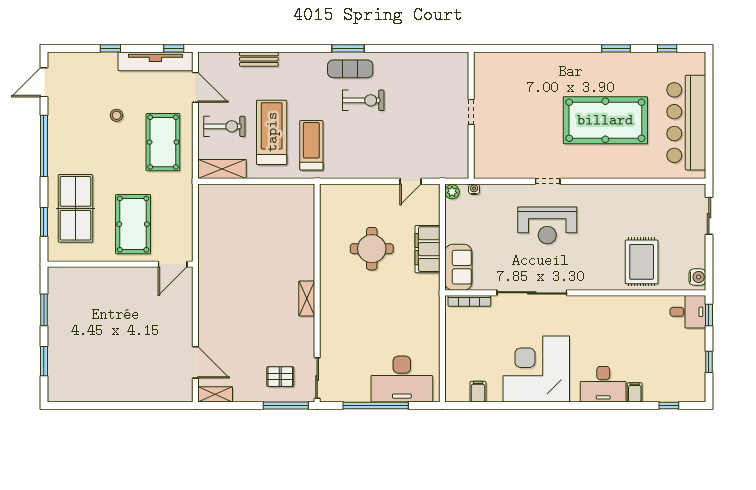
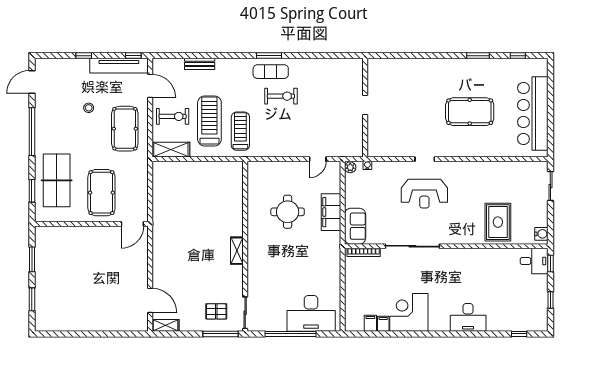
pool table: (605, 120) -> (470, 112), width x0.73, depth x0.76
corner desk: (536, 369) -> (409, 312), width x0.74, depth x0.74
filing cabinet: (635, 392) -> (383, 324), moved

